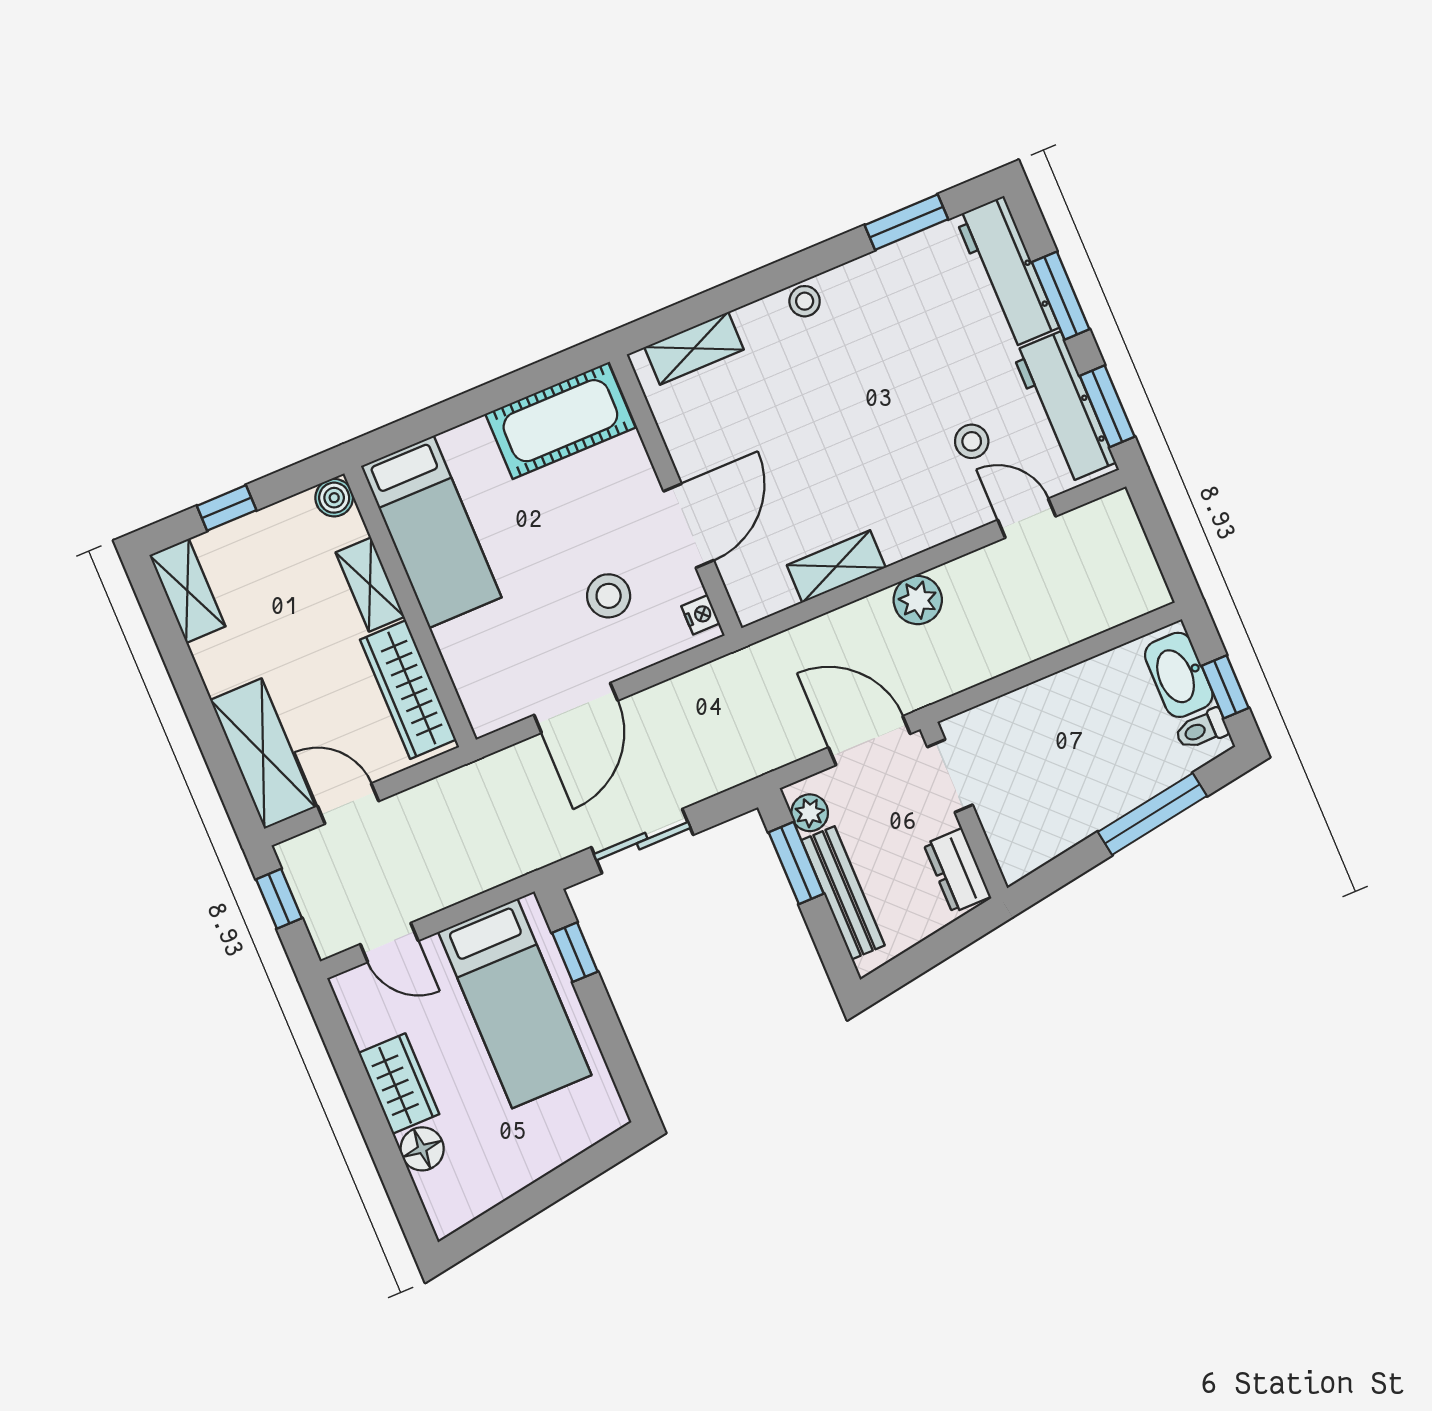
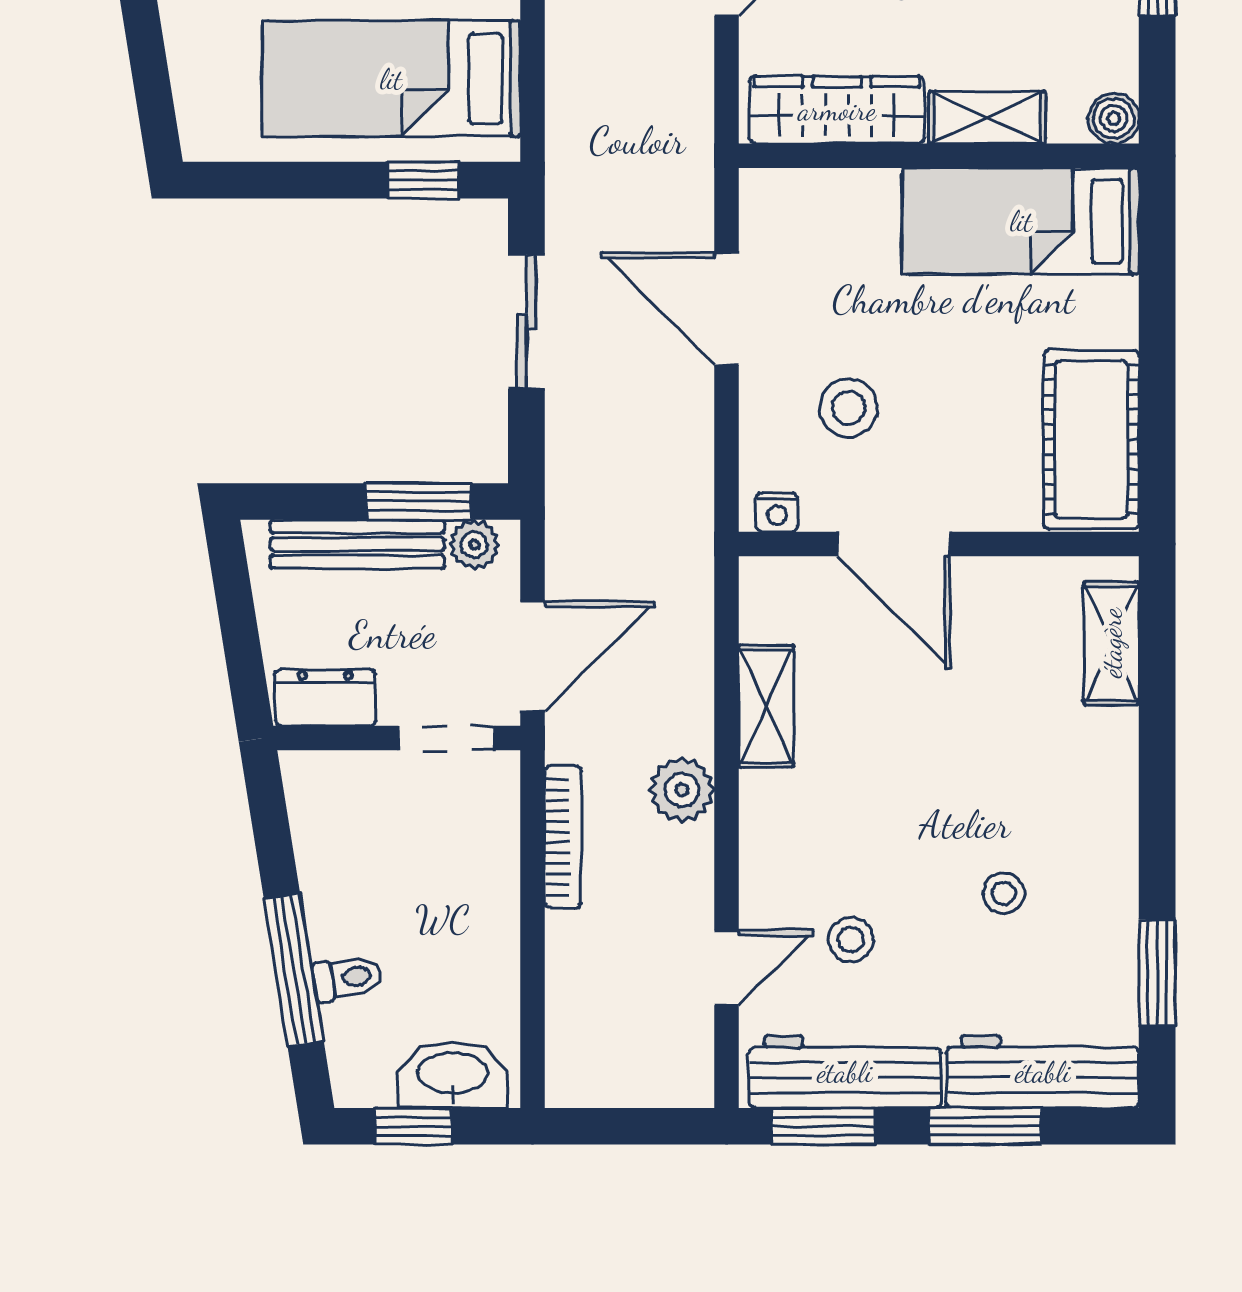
stool: (805, 301) -> (1004, 893), moved
bookcase: (984, 668) -> (563, 837), added
toilet: (1202, 729) -> (347, 978), moved, turned 81

